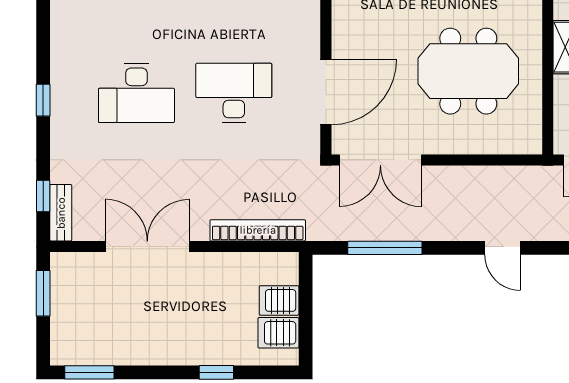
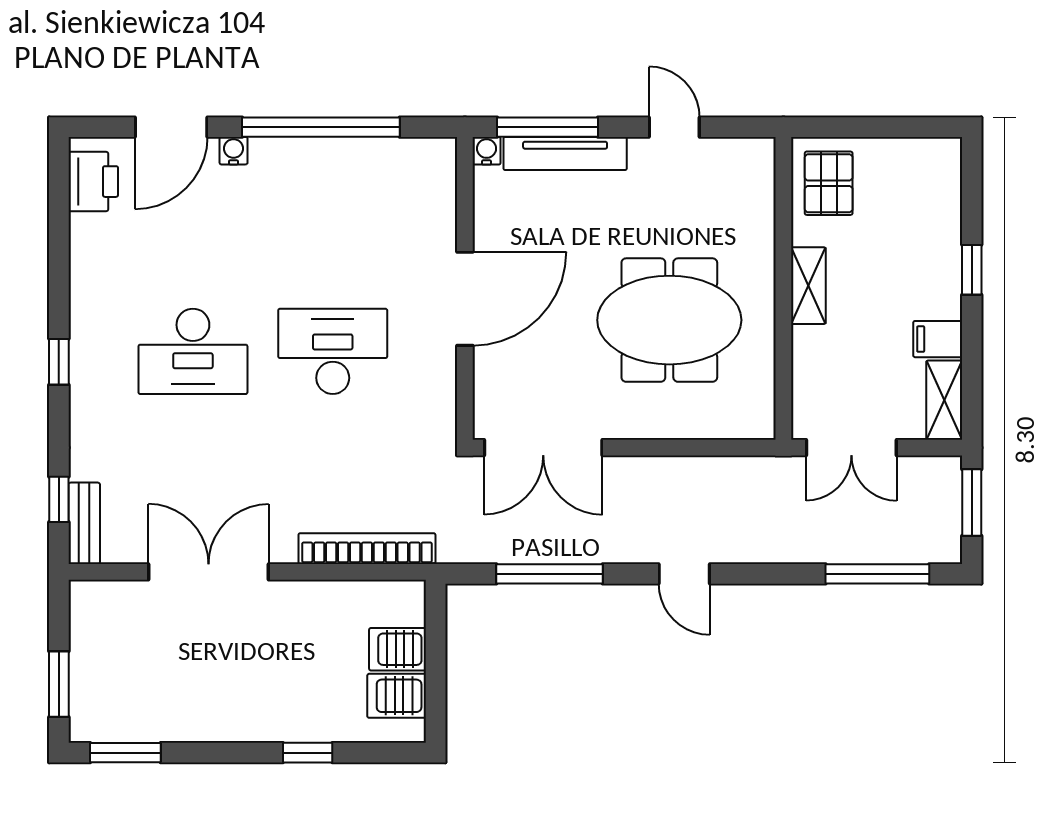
door: (326, 92) -> (465, 299), moved
door: (503, 248) -> (684, 574), moved
window: (43, 293) -> (59, 684), moved

